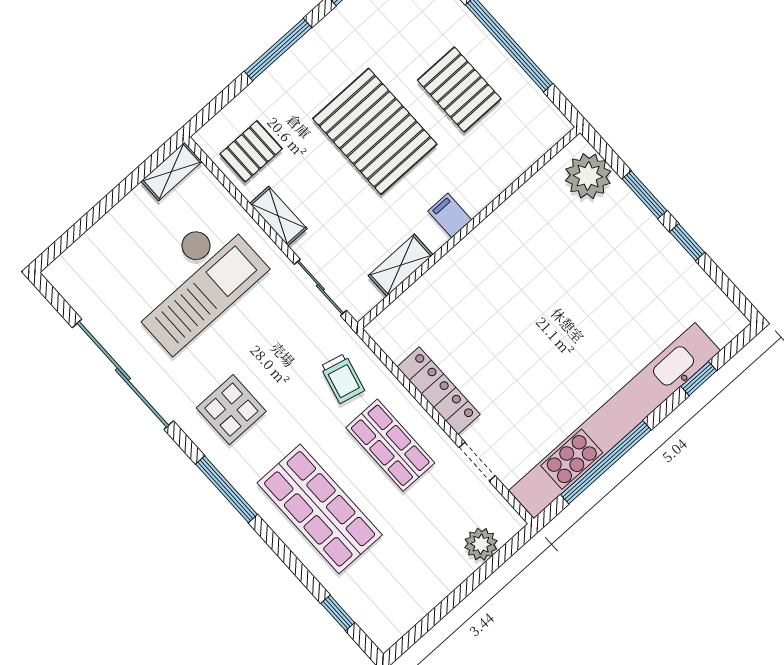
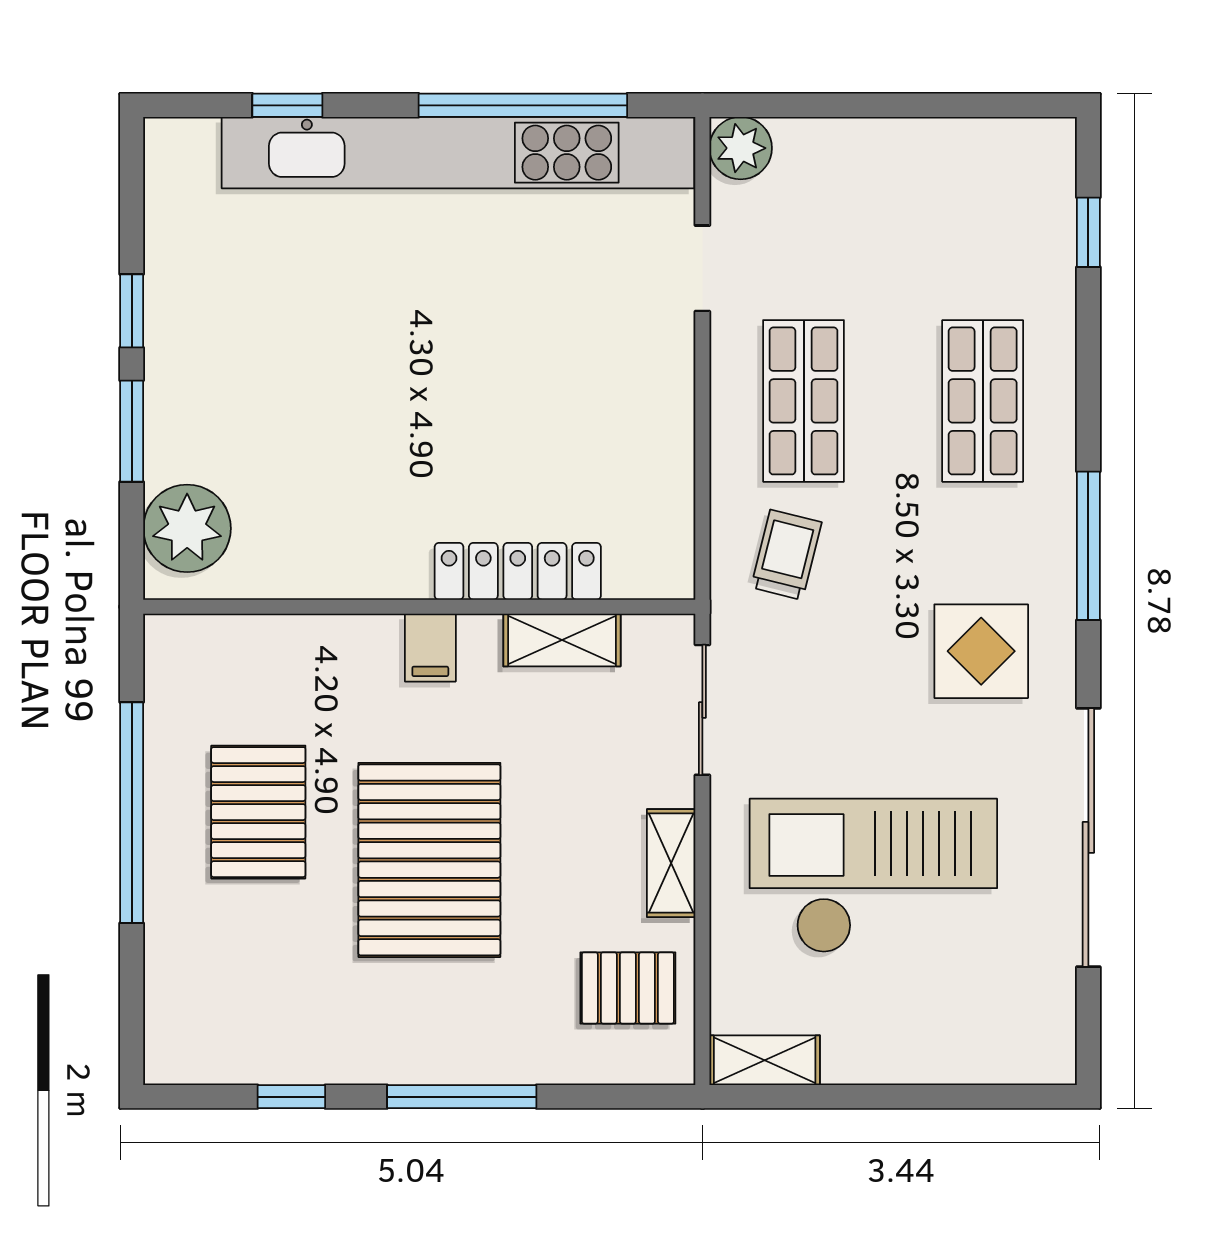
locker: (439, 391) -> (518, 571), moved, turned 90
shop shelf: (320, 509) -> (983, 401), width x0.70, depth x0.74
plant: (481, 544) -> (741, 148), moved

